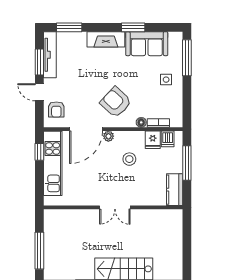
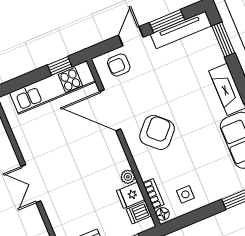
side table: (166, 80) -> (185, 194), moved
floor lamp: (141, 122) -> (163, 214), moved
plant: (108, 136) -> (128, 177), moved
stool: (129, 159) -> (96, 177), removed

